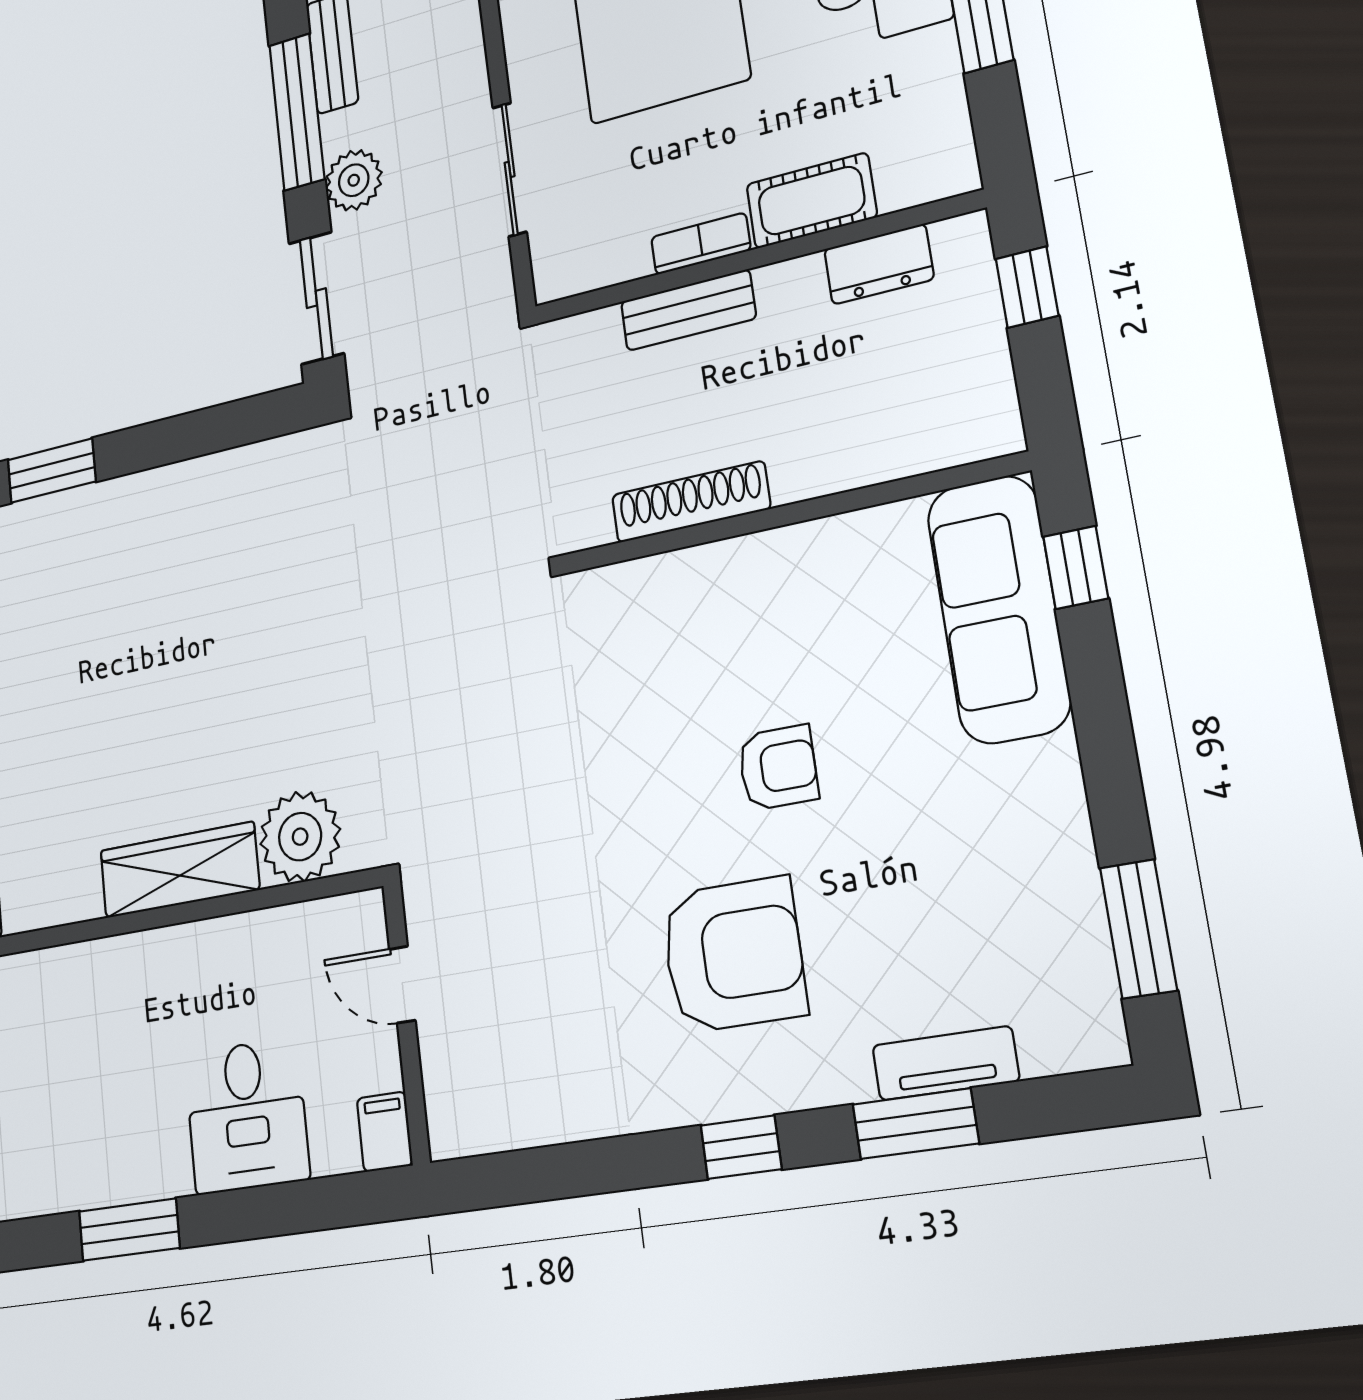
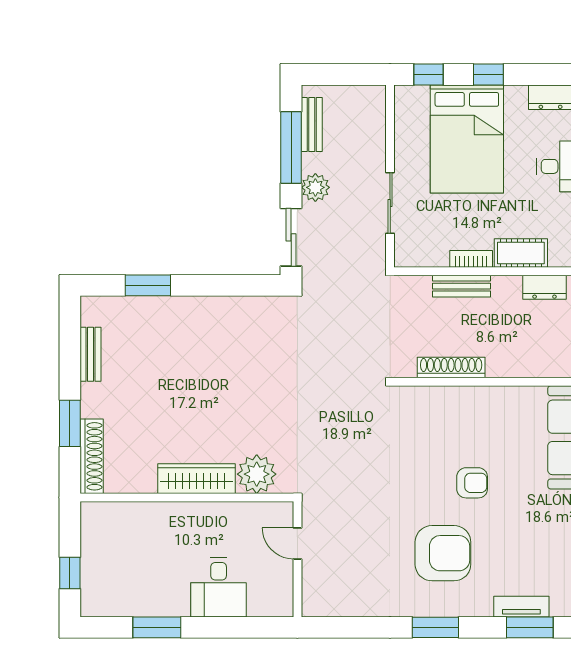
window: (915, 1124) -> (530, 627), moved
filing cabinet: (385, 1132) -> (282, 602), removed
window: (741, 1147) -> (435, 627), width x1.50

